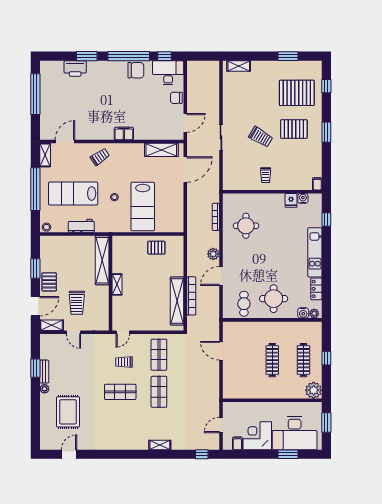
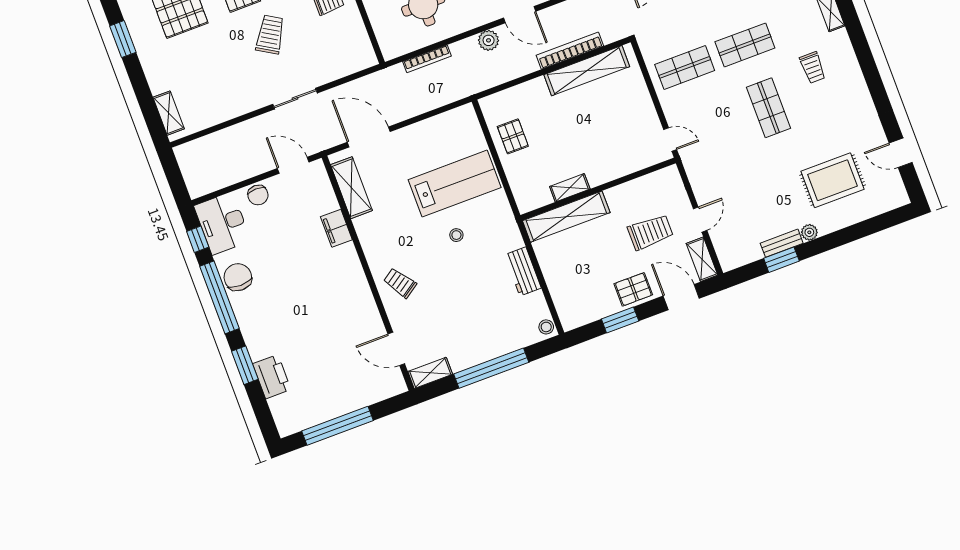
filing cabinet: (124, 133) -> (336, 228), moved
lab bench: (73, 194) -> (476, 304), removed
shelving: (117, 284) -> (570, 188), moved
trolley: (124, 362) -> (813, 68), moved

